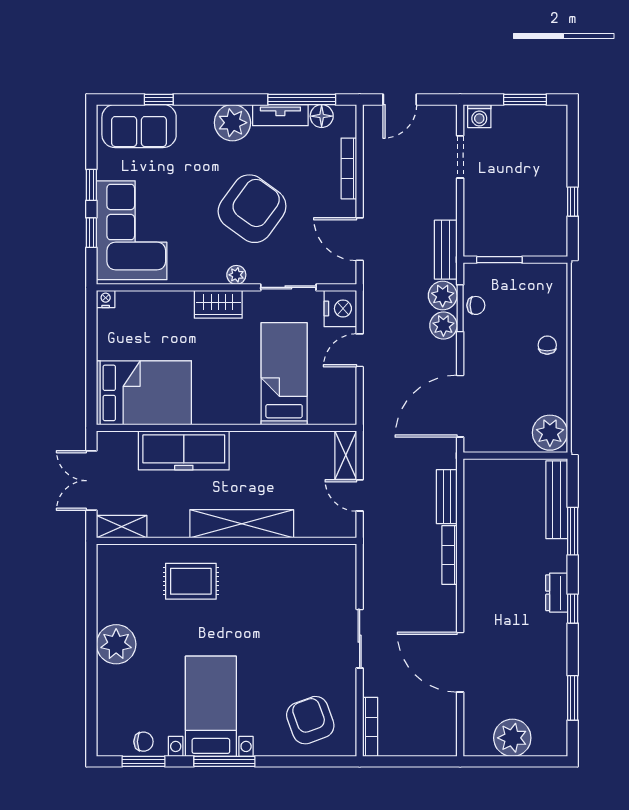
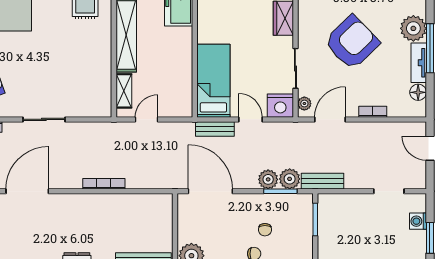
window: (302, 99) -> (430, 48), moved
washing machine: (479, 116) -> (418, 221), moved
bookcase: (349, 168) -> (373, 112), width x0.64
armchair: (252, 209) -> (352, 42), turned -80
plant: (236, 275) -> (304, 104), moved
chair: (476, 305) -> (265, 230), moved
bed: (284, 374) -> (213, 81), moved, turned -90
shelving: (346, 455) -> (124, 91), moved, turned 90
bench: (447, 497) -> (215, 129), moved

